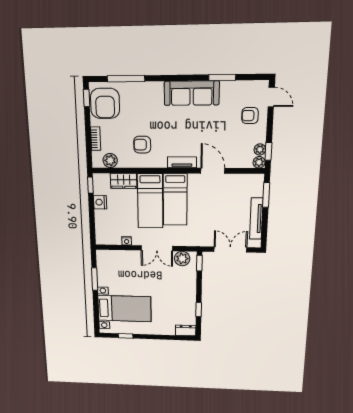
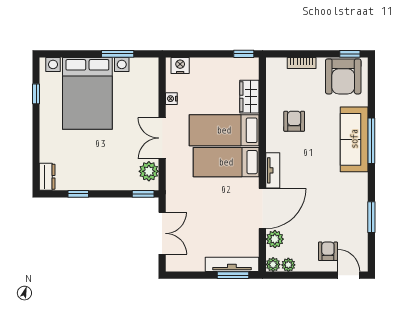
window: (126, 79) -> (371, 141), moved
sofa: (192, 93) -> (354, 139), moved
door: (271, 97) -> (349, 275), swing flipped
armchair: (105, 103) -> (343, 76), turned -90
window: (268, 151) -> (286, 275), removed
plant: (110, 160) -> (275, 239), moved
door: (213, 171) -> (262, 208), width x1.36
nightstand: (100, 202) -> (180, 65), moved
tv unit: (256, 219) -> (232, 264), moved
bed with nightstands: (124, 309) -> (87, 93), width x1.36

